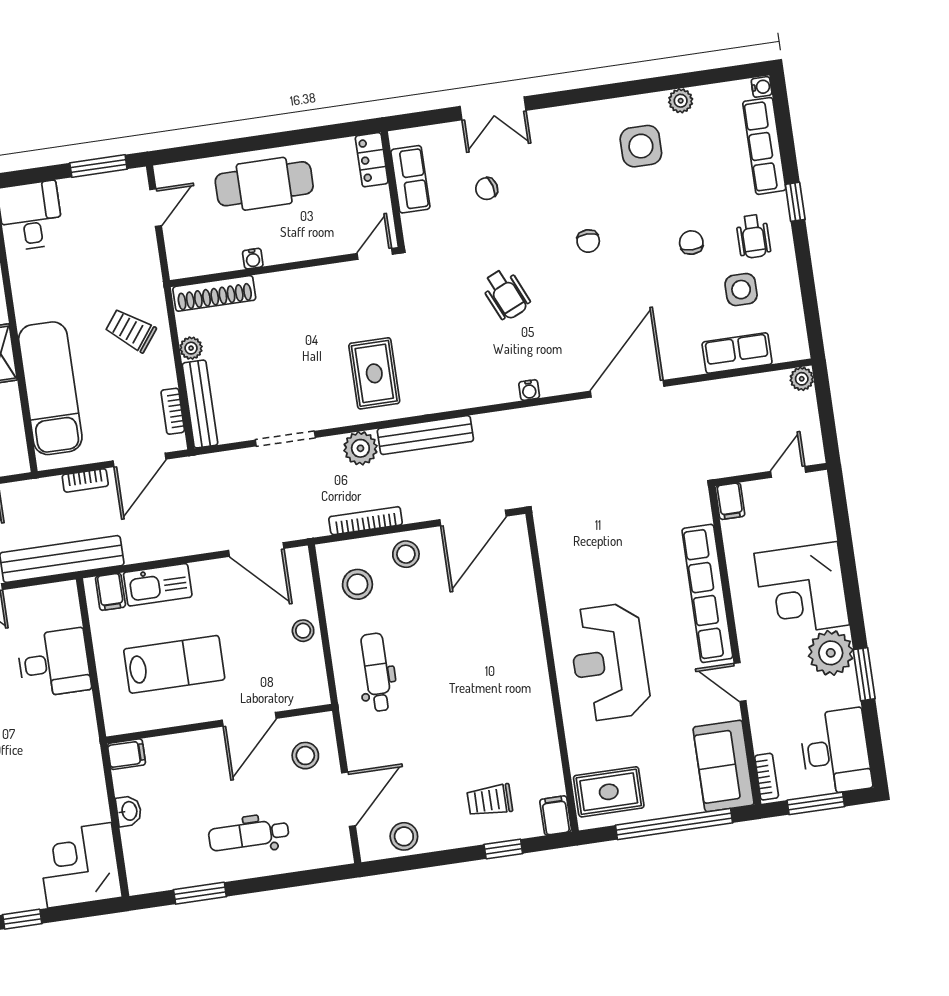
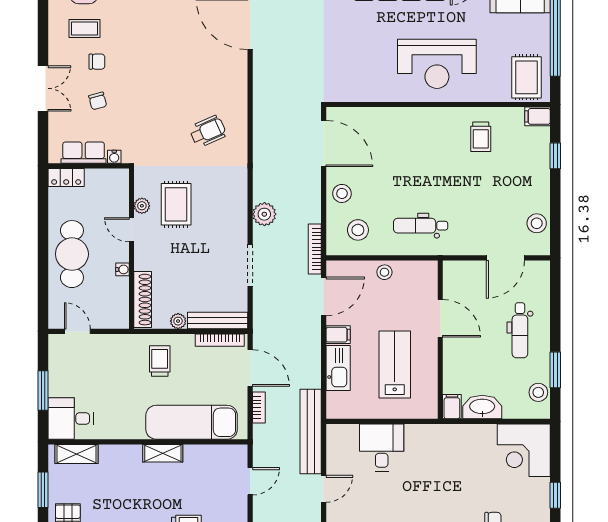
coffee table: (587, 155) -> (84, 28), added
window: (98, 166) -> (43, 390), moved
chair: (588, 241) -> (97, 62), moved
door: (375, 254) -> (132, 230), moved
plant: (347, 273) -> (142, 206), added
wheelchair: (506, 294) -> (208, 131), moved
trolley: (131, 330) -> (160, 361), turned 143
rug: (374, 373) -> (176, 204), moved, turned 90
water cooler: (529, 390) -> (114, 157), moved, turned 90
bookcase: (173, 411) -> (220, 340), width x1.56
bench: (425, 435) -> (262, 168), removed
bookcase: (366, 521) -> (315, 249), moved
filing cabinet: (110, 592) -> (338, 335), moved
stool: (305, 756) -> (538, 392), moved
door: (348, 799) -> (505, 258), swing flipped
trolley: (490, 800) -> (481, 137), moved
washbasin: (129, 811) -> (482, 407), width x1.91, depth x1.45

